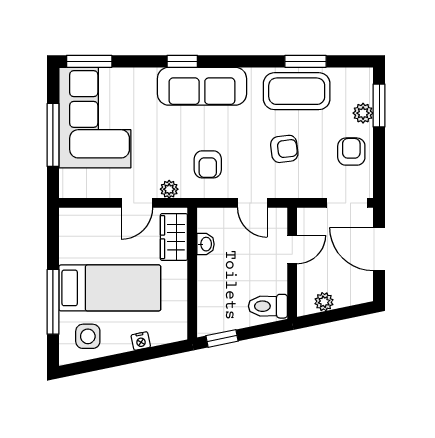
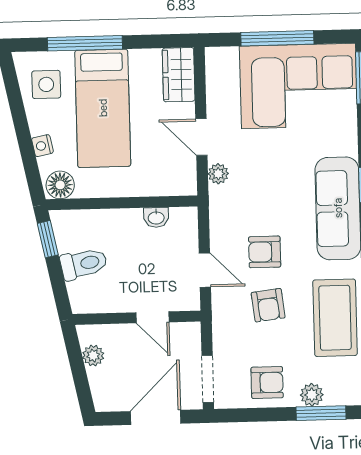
armchair: (208, 164) -> (265, 252), moved
door: (252, 203) -> (205, 270), swing flipped
wardrobe: (174, 237) -> (179, 75), moved, turned -90
toilet: (268, 306) -> (84, 264), moved, turned 78
floor lamp: (175, 326) -> (60, 185), added

